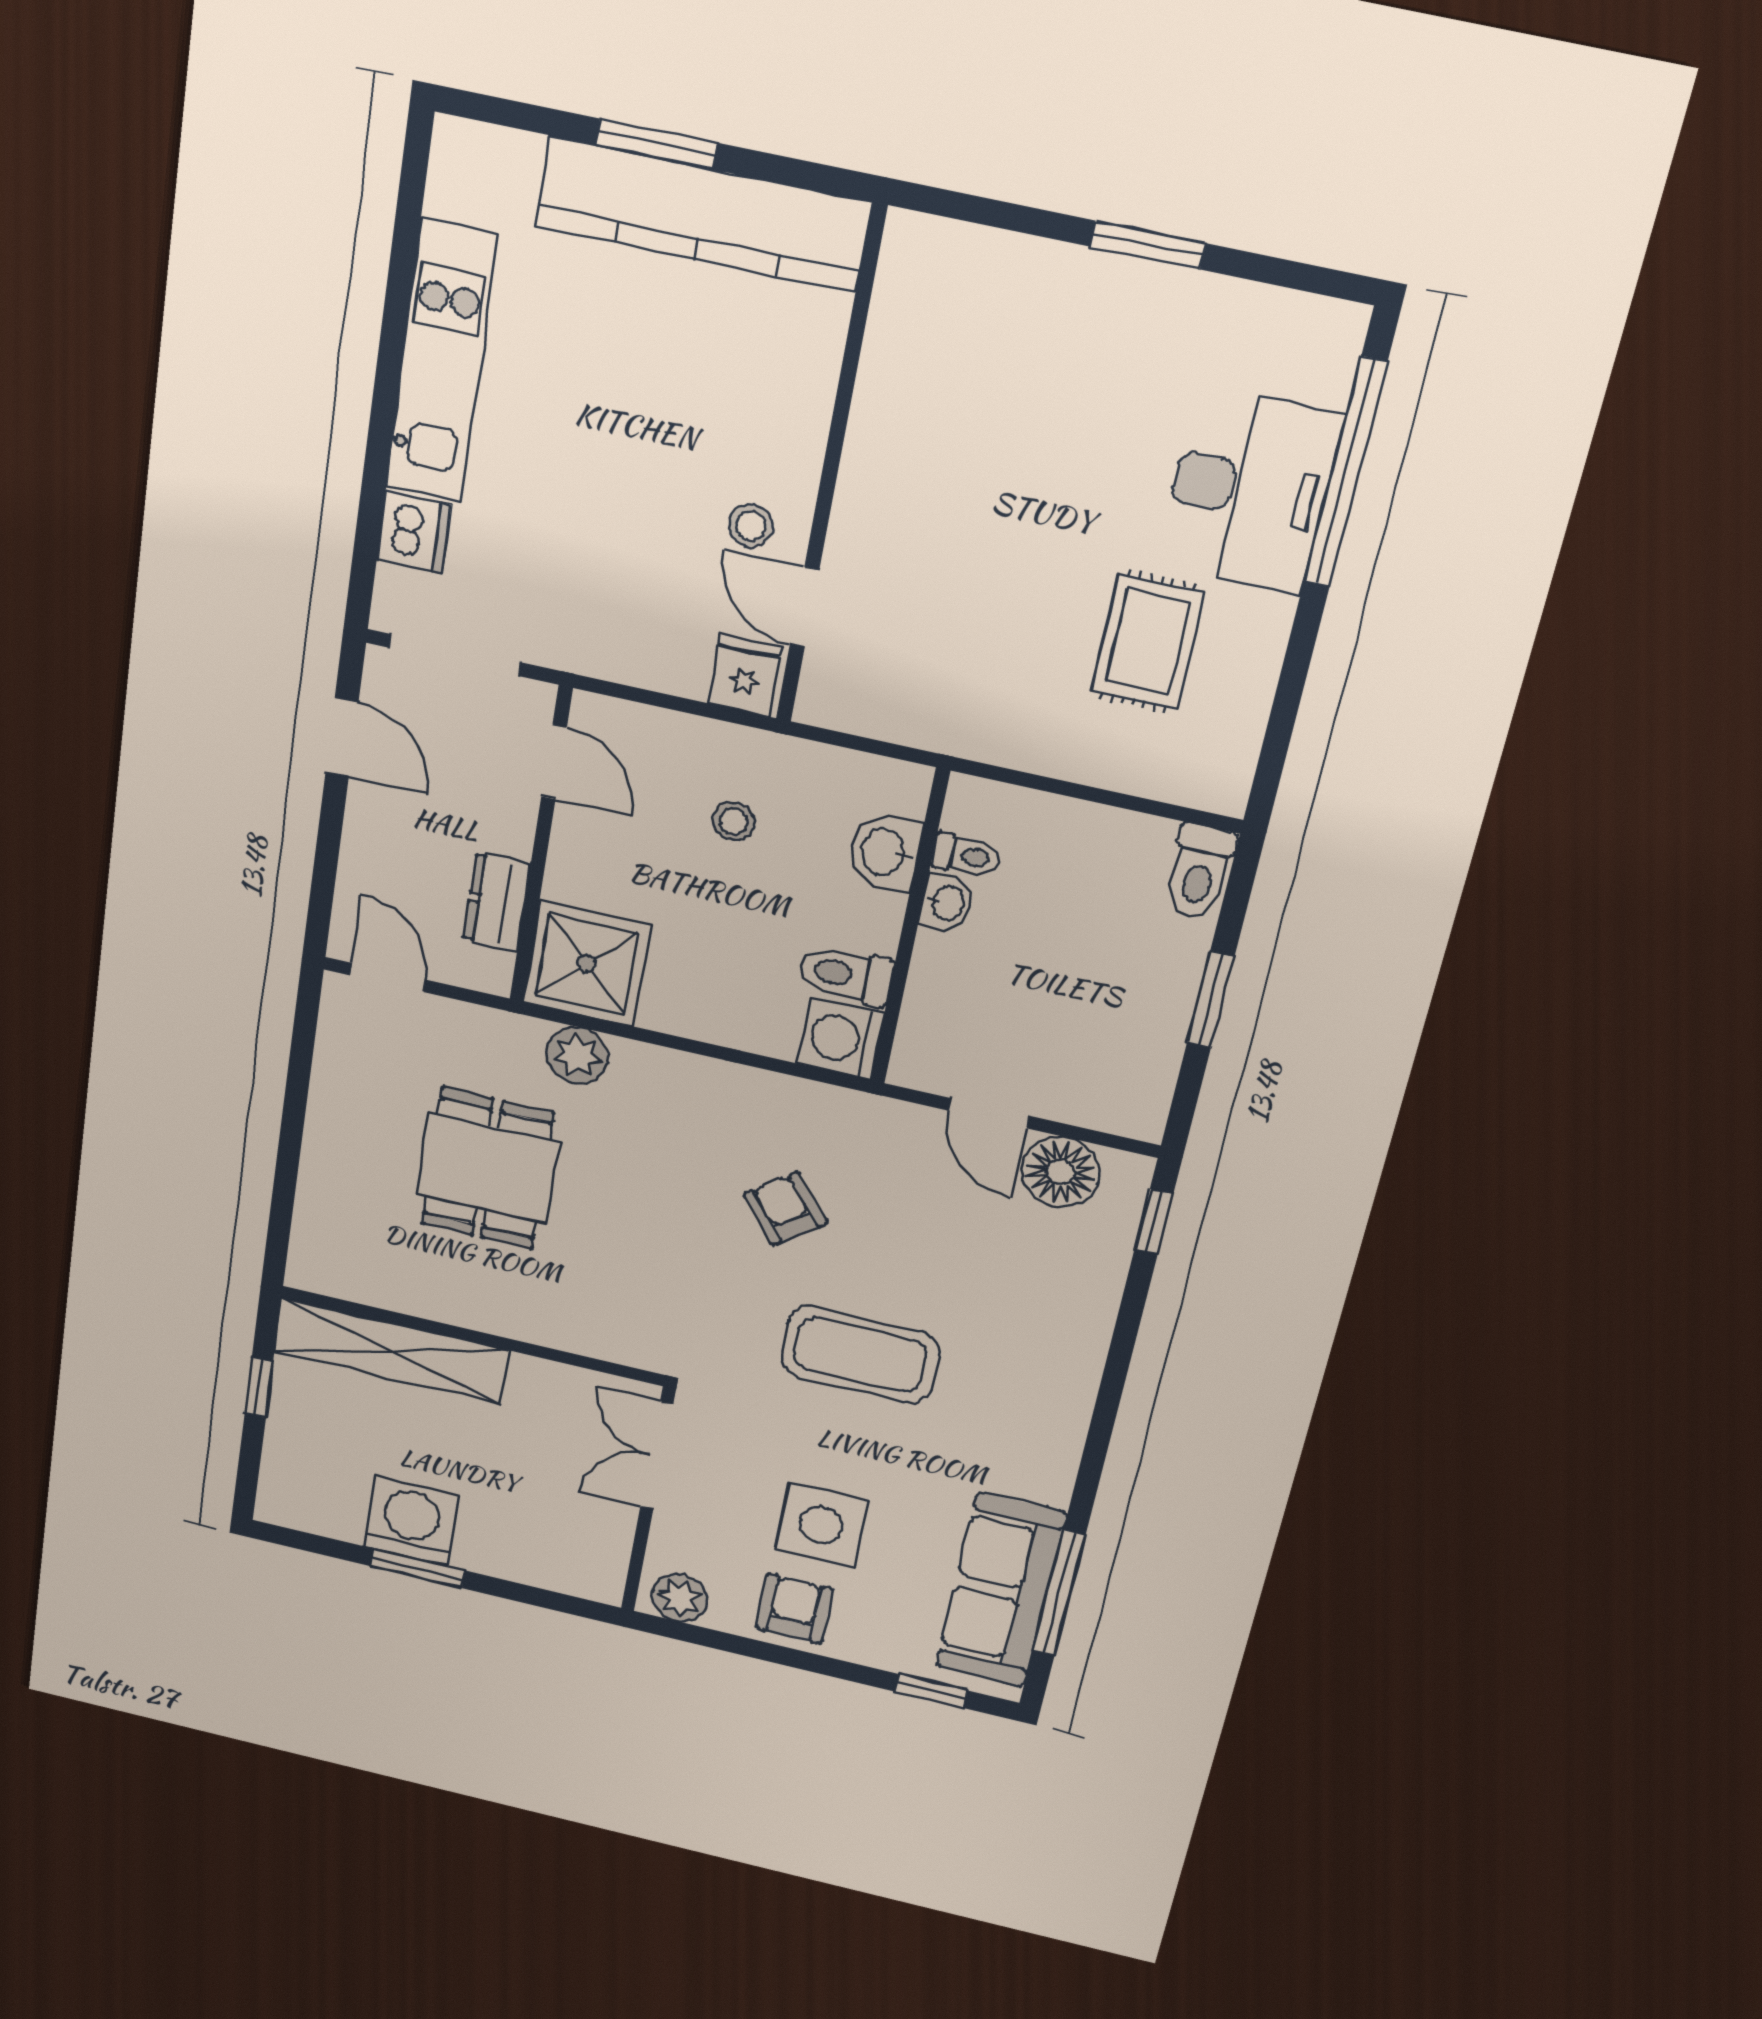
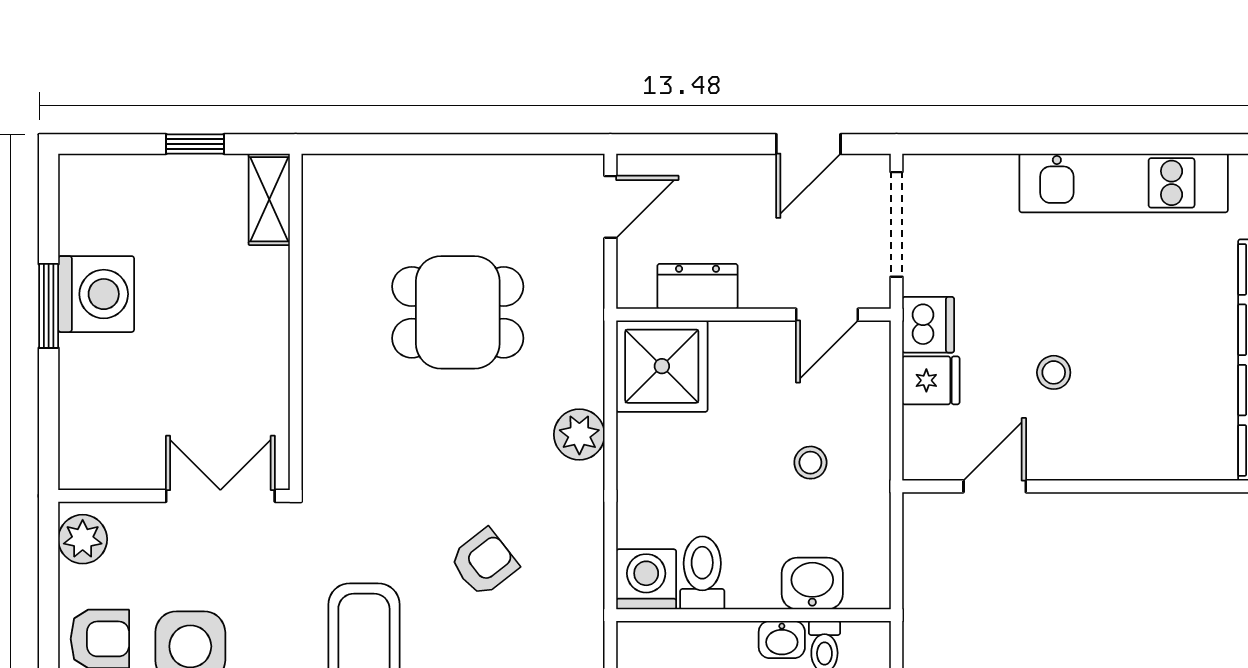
stool: (751, 526) -> (1054, 372), moved
dishwasher: (414, 532) -> (928, 325), moved, turned -90
fridge: (745, 675) -> (931, 380), moved
plant: (577, 1055) -> (579, 435), moved
shelving: (391, 1351) -> (269, 199), width x0.45, depth x0.75

